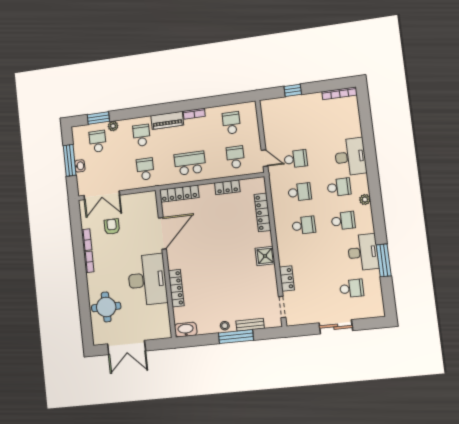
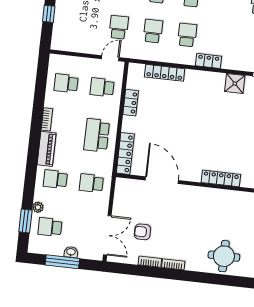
shower: (265, 256) -> (235, 83), moved
locker: (287, 278) -> (208, 61), moved
desk: (147, 280) -> (206, 207), removed

